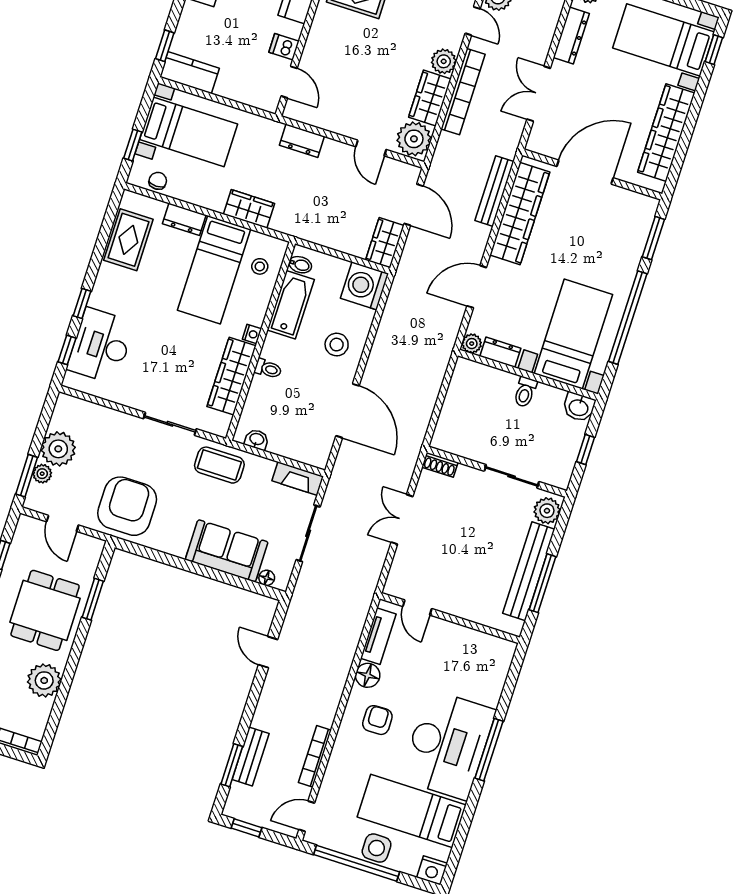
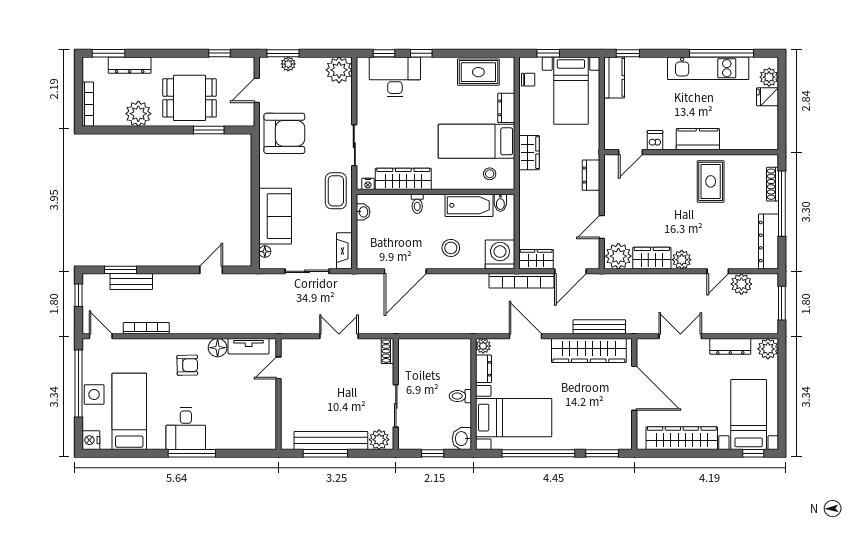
bookcase: (463, 92) -> (521, 281), moved
nightstand: (252, 334) -> (368, 184), moved
plant: (58, 449) -> (339, 70), moved
desk: (448, 745) -> (186, 429), width x0.53, depth x0.77

